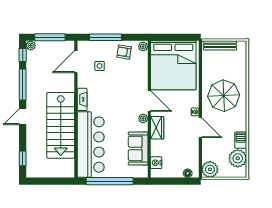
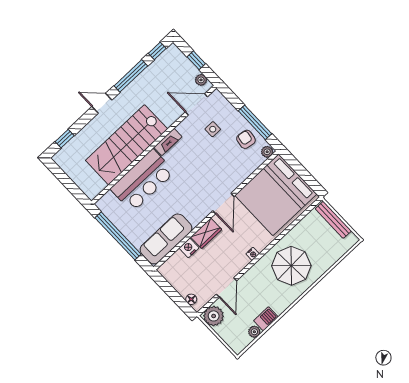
window: (50, 37) -> (196, 60), width x0.46
window: (105, 37) -> (255, 122), moved
plant: (31, 45) -> (201, 80), moved
plant: (143, 118) -> (203, 213), removed
door: (200, 128) -> (227, 287), moved
bar counter: (91, 145) -> (143, 180), width x0.73
sofa: (138, 148) -> (166, 239), width x1.36
plant: (238, 158) -> (254, 332), width x0.53, depth x0.53
nightstand: (156, 163) -> (189, 248), moved

